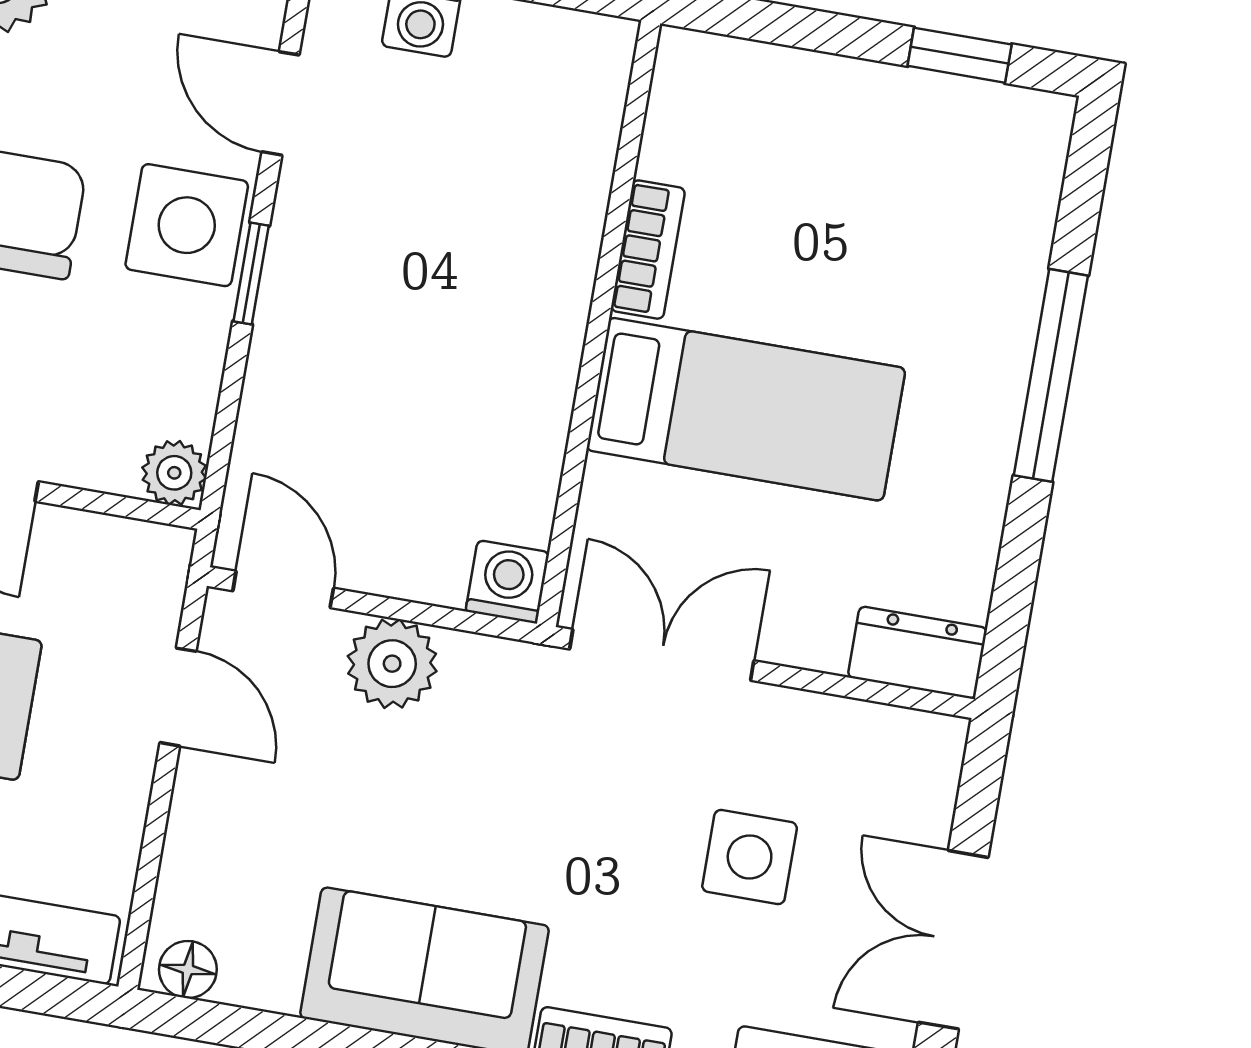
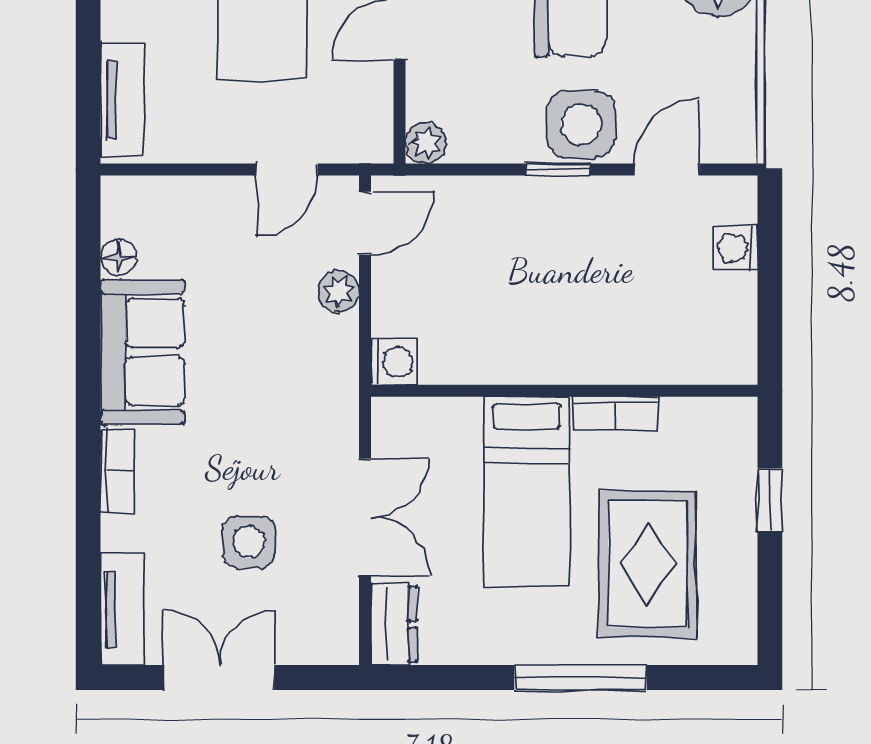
window: (960, 55) -> (770, 500), moved
rug: (892, 240) -> (648, 564), added
double door: (662, 655) -> (365, 517), moved
plant: (392, 664) -> (338, 291), width x0.73, depth x0.73
floor lamp: (188, 969) -> (119, 257), moved

